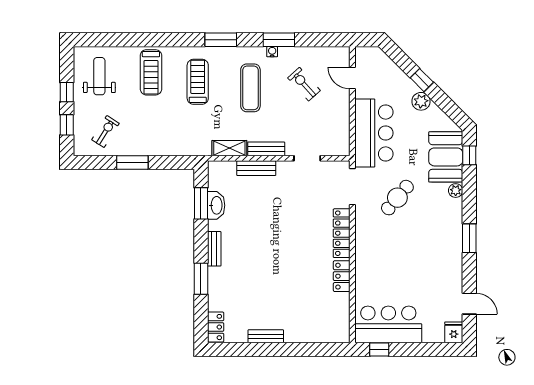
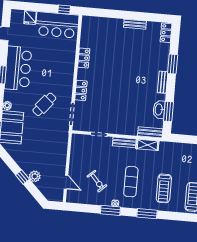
plant: (421, 101) -> (35, 176), moved
bar counter: (374, 133) -> (18, 68), moved, turned 180
bench: (256, 168) -> (150, 132), moved
locker: (342, 233) -> (81, 90), width x0.66
fridge: (454, 332) -> (30, 17), moved

